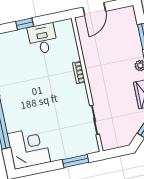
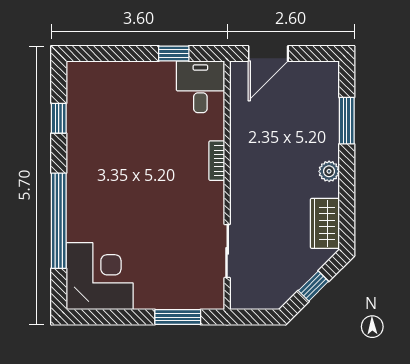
window: (25, 24) -> (174, 53), moved
desk: (43, 39) -> (200, 87), moved

